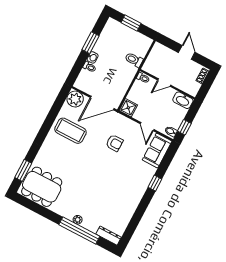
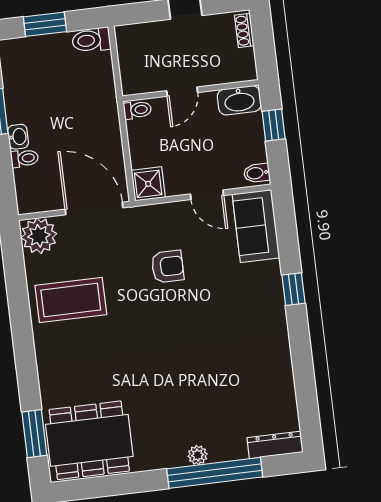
toilet: (134, 60) -> (91, 40), moved
door: (102, 103) -> (94, 208), swing flipped
window: (184, 127) -> (274, 125), moved

